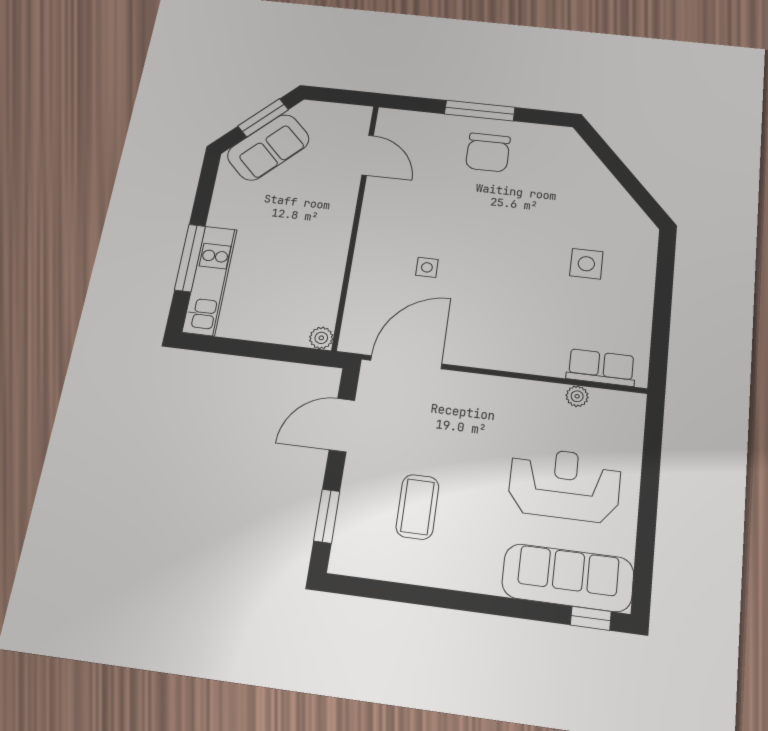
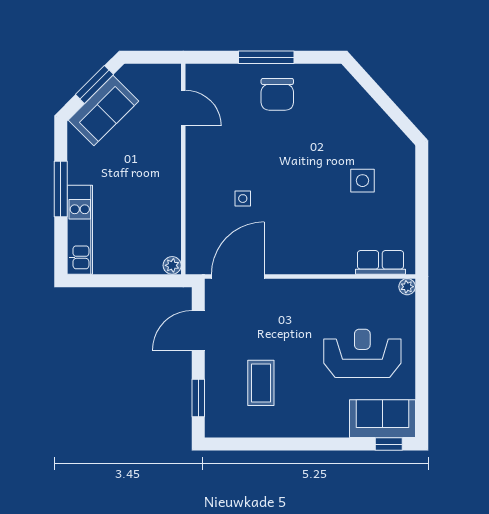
window: (190, 258) -> (61, 189), moved
plant: (577, 396) -> (407, 287), moved
sofa: (568, 578) -> (383, 419), width x0.73

